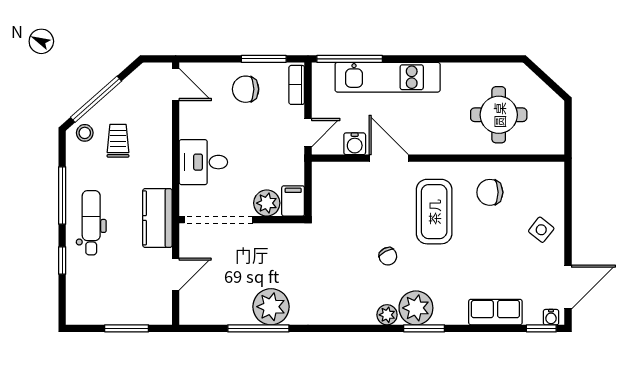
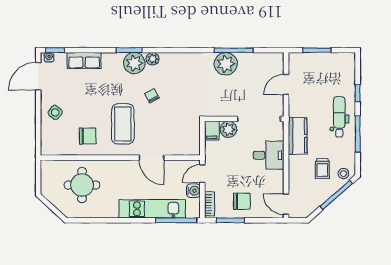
water cooler: (355, 144) -> (193, 191), moved, turned 90
kitchen counter: (157, 218) -> (298, 136), moved
dental chair: (91, 223) -> (339, 117), turned 180

